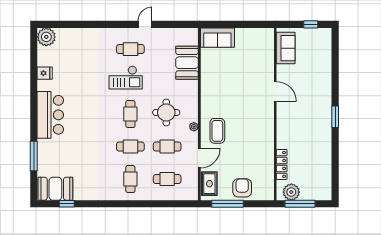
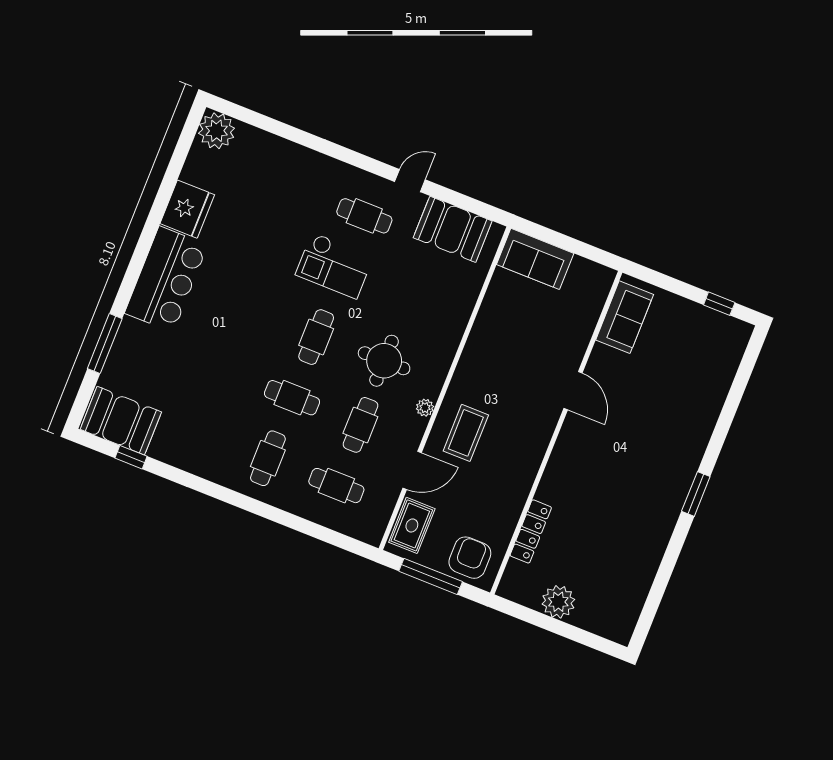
sofa: (286, 48) -> (625, 317), moved
booth: (187, 63) -> (453, 229), moved, turned 90
fridge: (45, 73) -> (187, 209), width x1.88, depth x1.34
door: (275, 92) -> (573, 391), moved
wall: (275, 114) -> (556, 433), moved
cafe table: (167, 147) -> (360, 425), turned 90
locker: (282, 164) -> (531, 531), moved
window: (300, 204) -> (566, 630), removed

